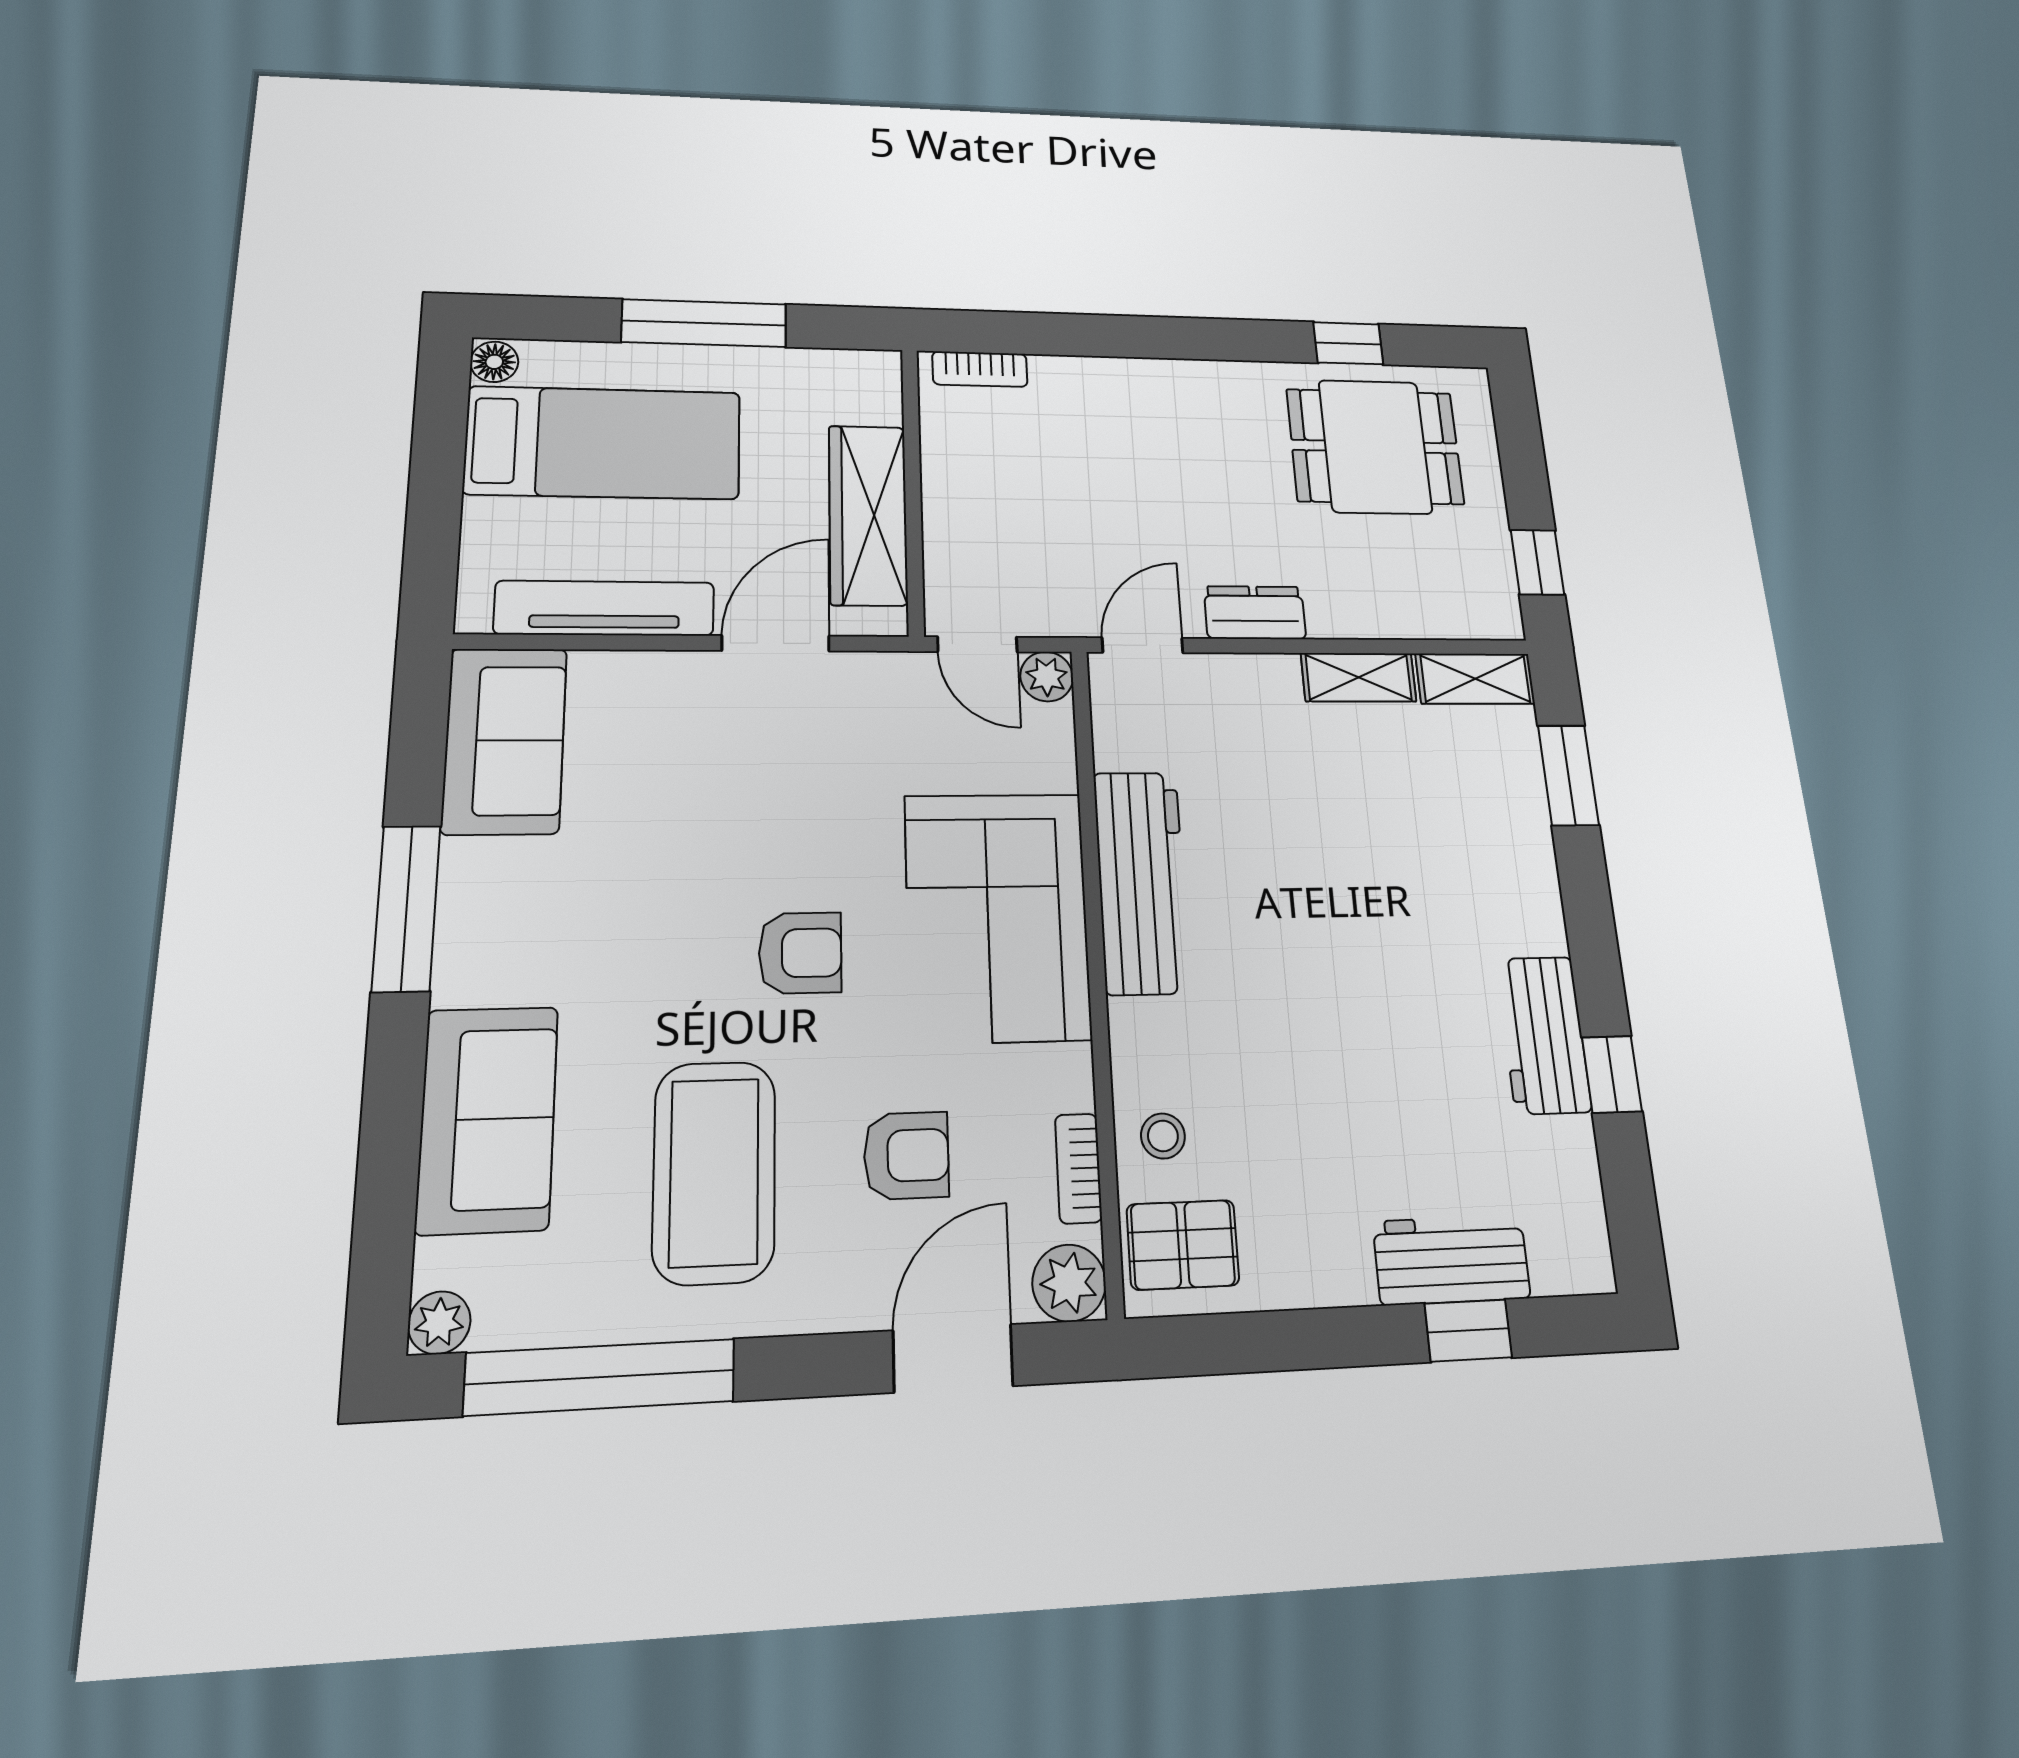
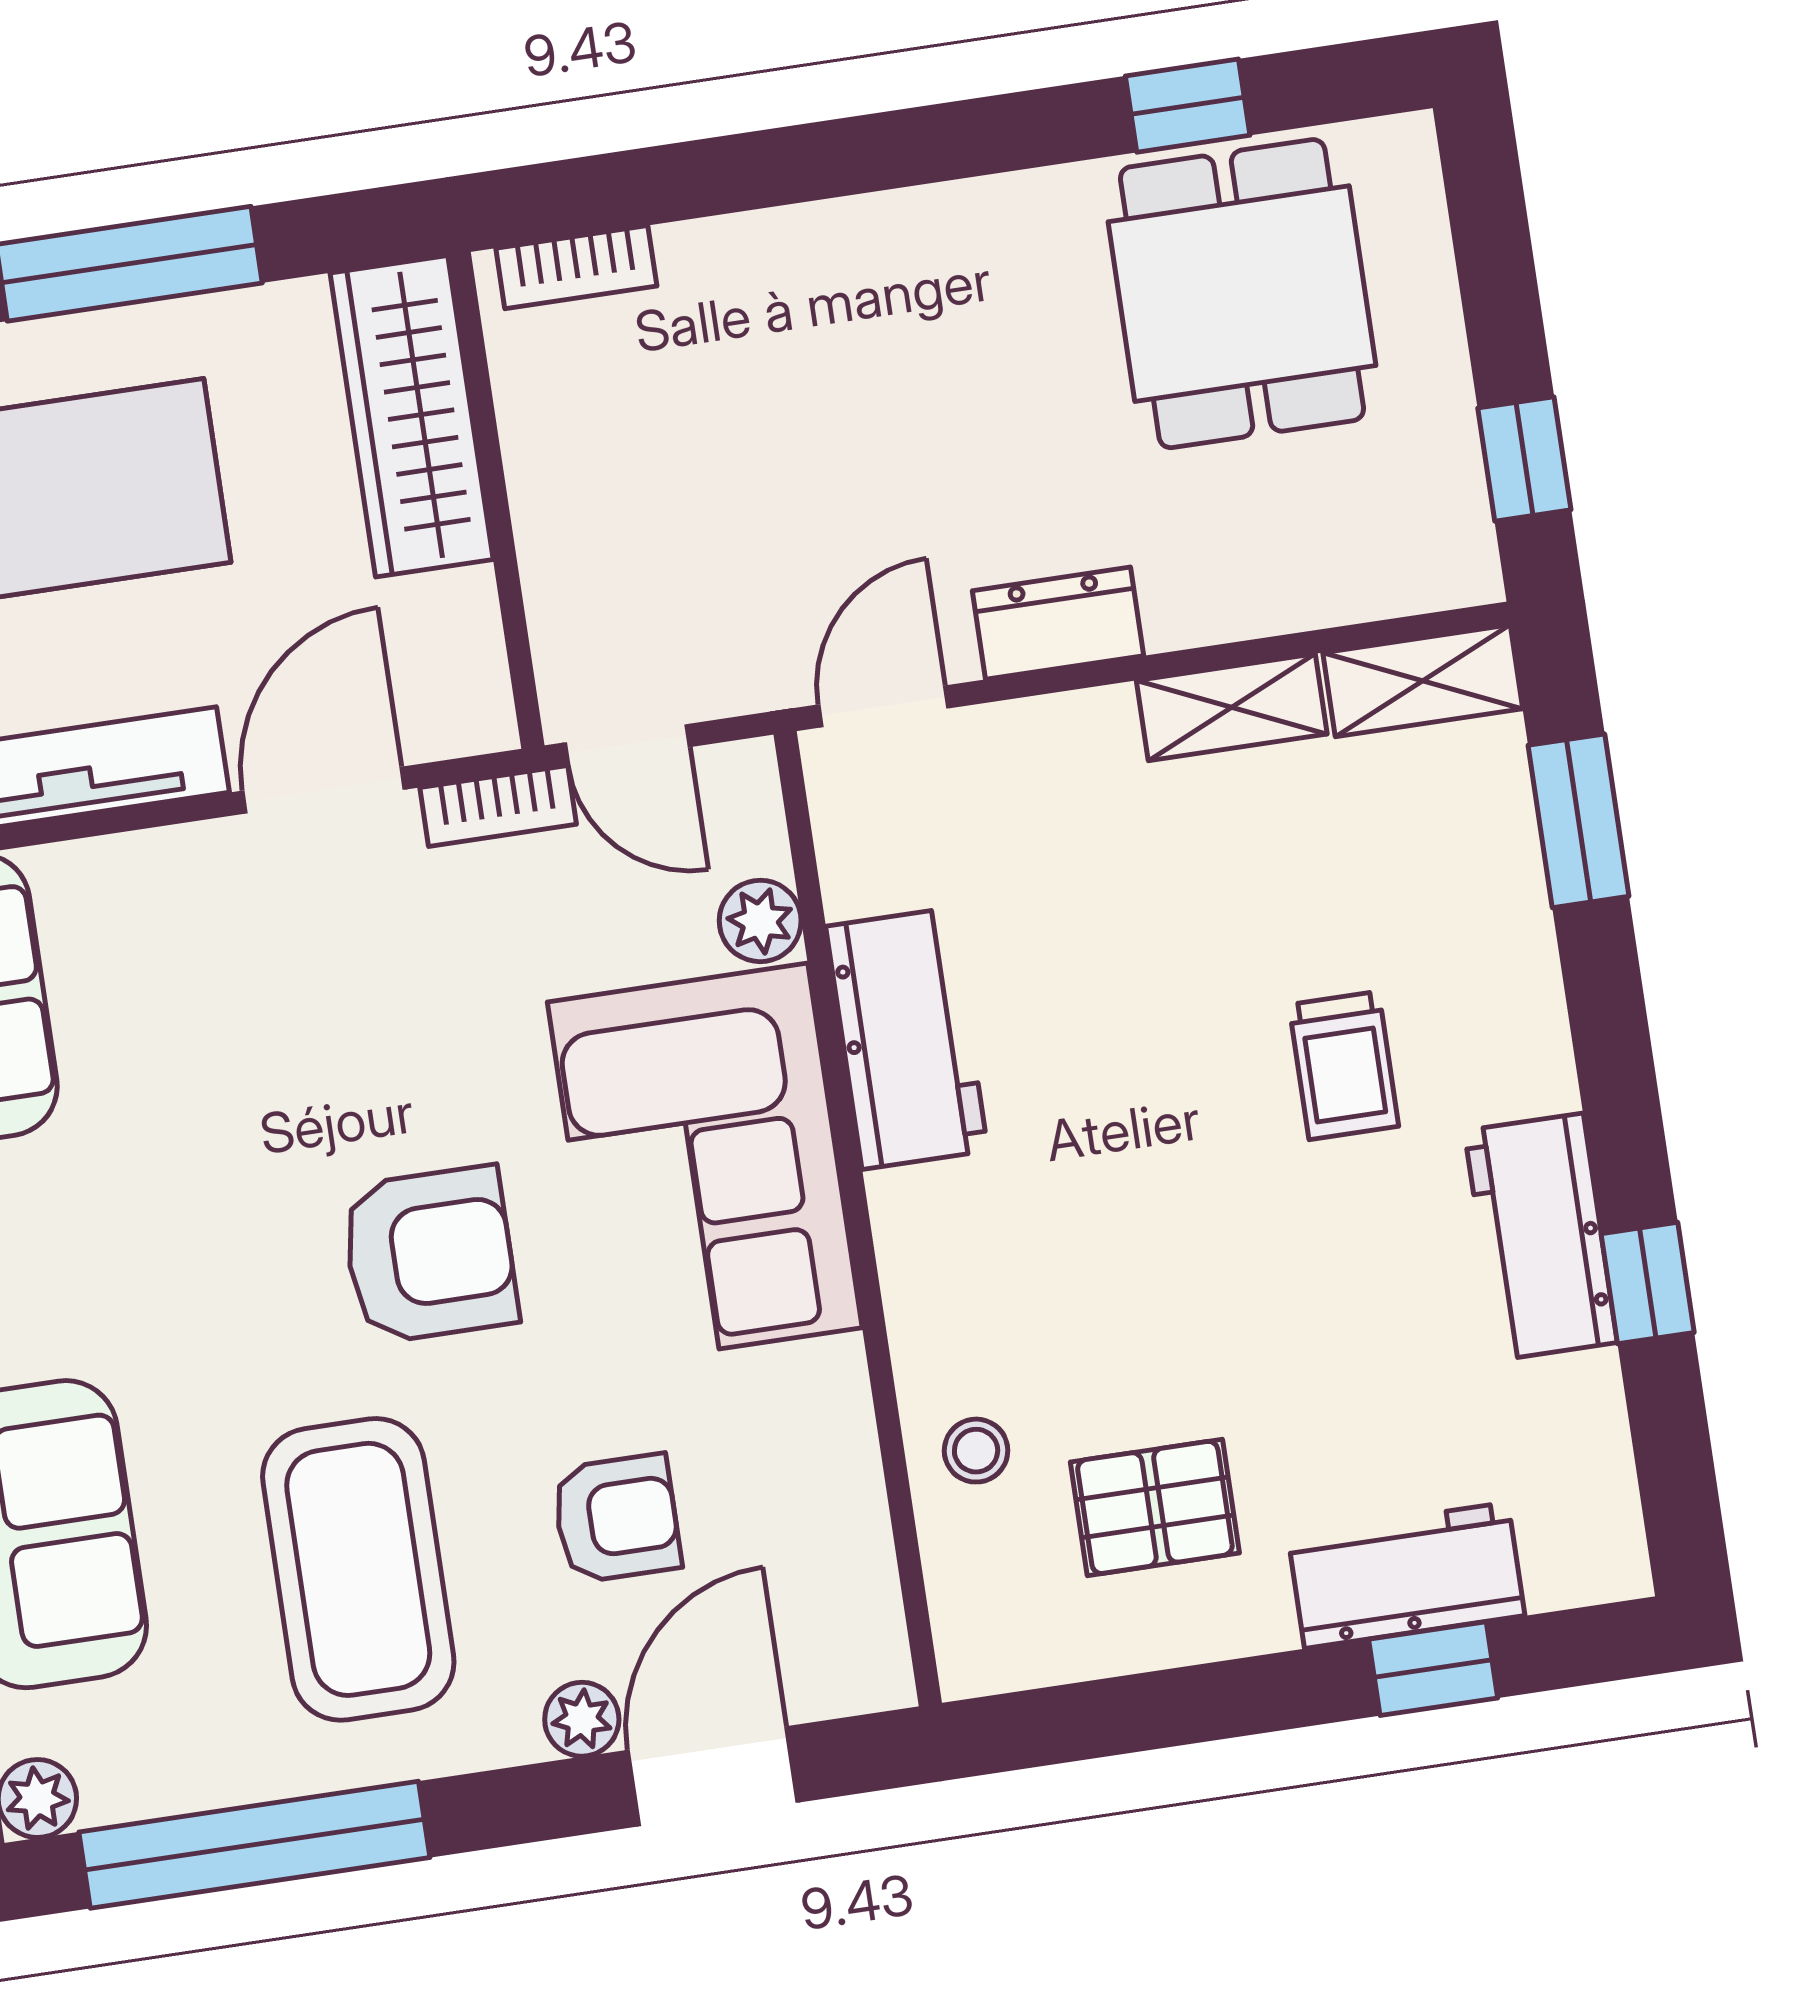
dining table: (1375, 447) -> (1242, 294), turned 90
wardrobe: (868, 515) -> (412, 416), moved
plant: (1047, 677) -> (760, 921), moved
workbench: (1141, 882) -> (907, 1038), width x0.73
trolley: (1420, 907) -> (1344, 1065), added
armchair: (800, 953) -> (429, 1255), width x1.38, depth x1.38
bookcase: (1078, 1168) -> (498, 806), moved, turned -90
pallet: (1183, 1245) -> (1155, 1507), moved
plant: (1069, 1283) -> (582, 1719), moved, width x0.73, depth x0.73

